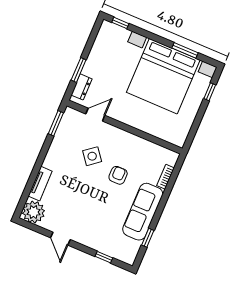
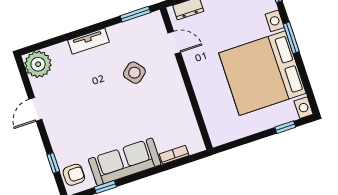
window: (185, 50) -> (291, 38), moved
armchair: (118, 175) -> (74, 175), moved
tv unit: (40, 184) -> (88, 41), moved

